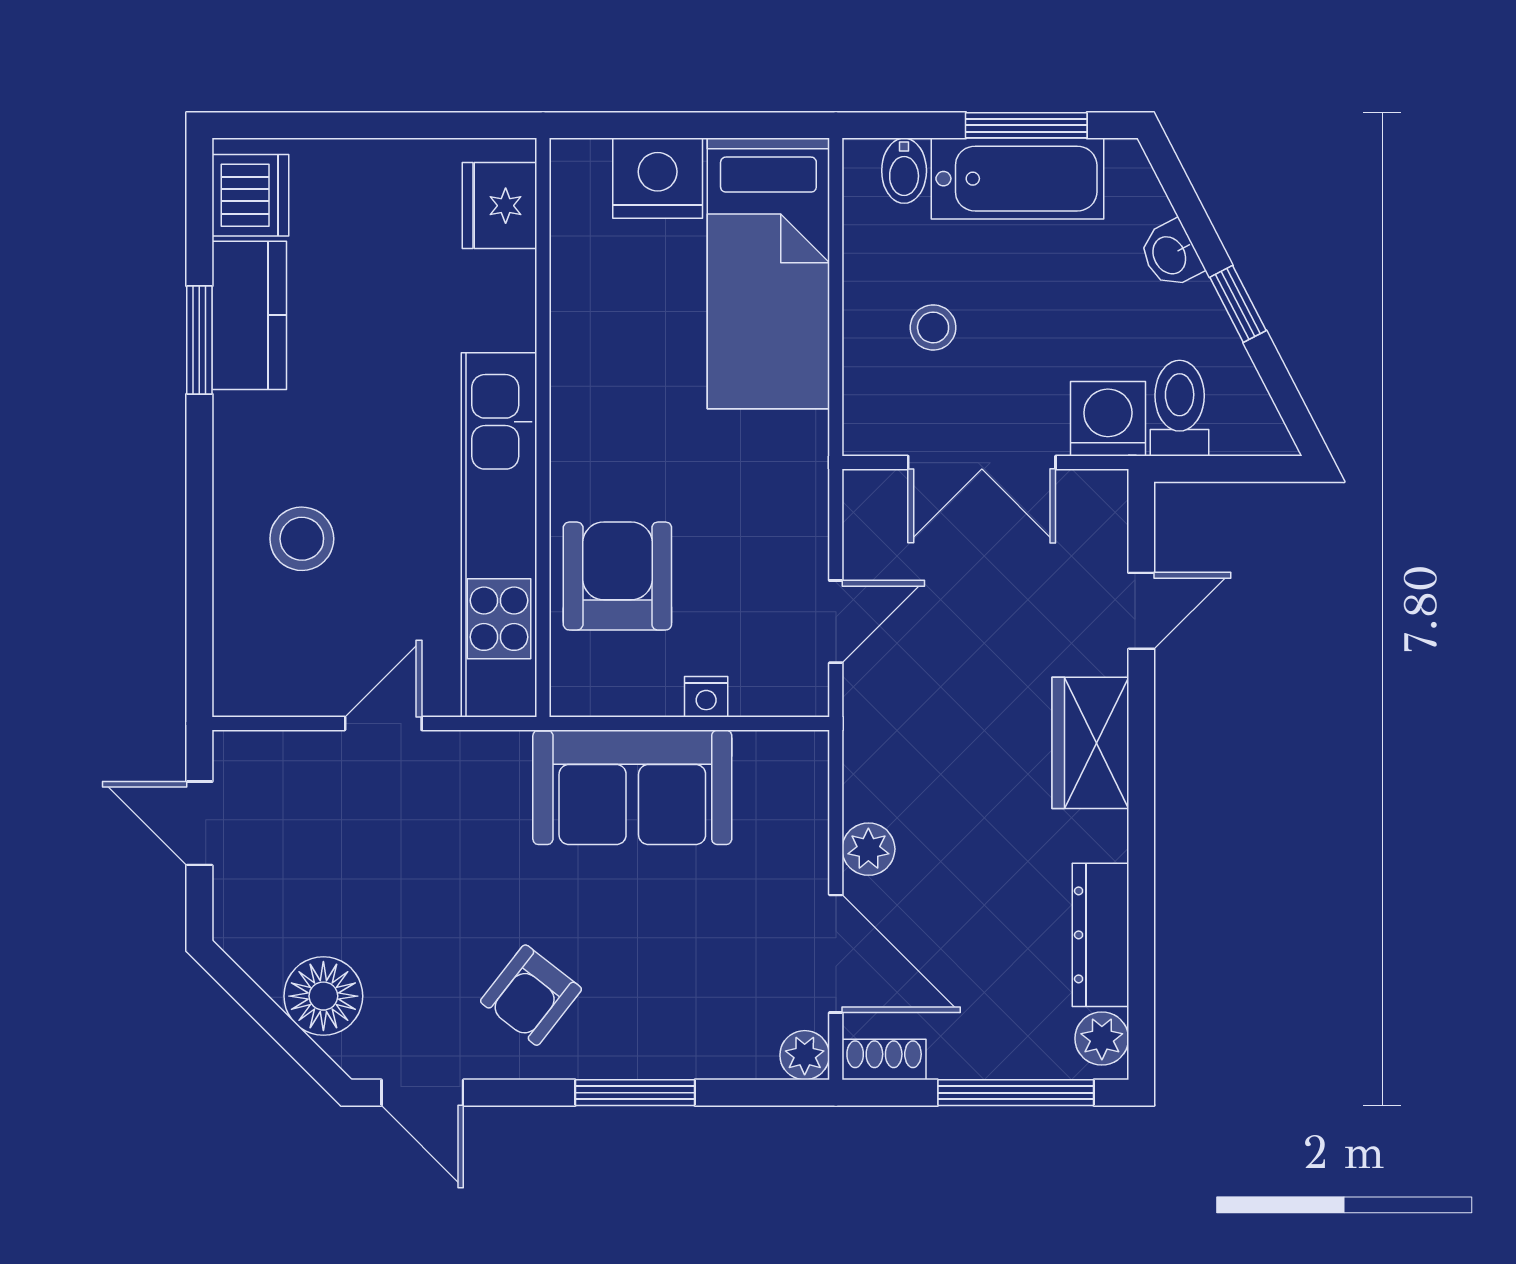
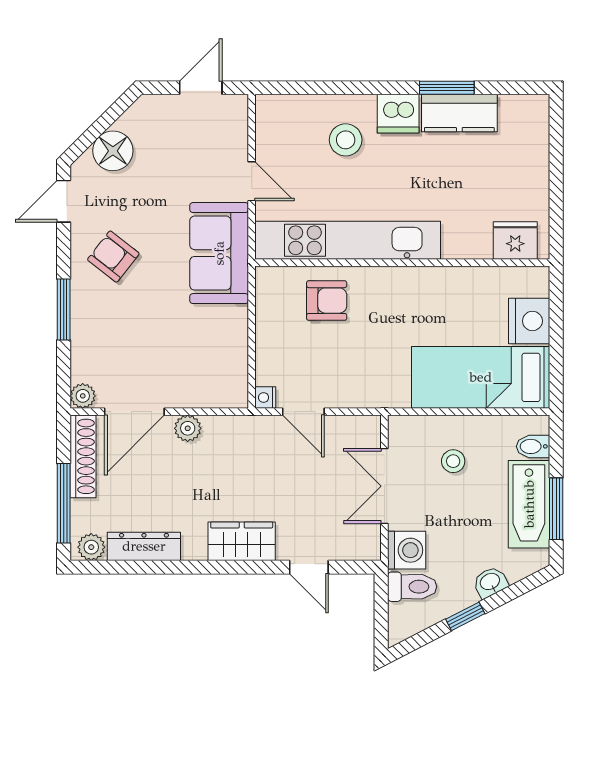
dishwasher: (250, 195) -> (398, 114), moved
armchair: (617, 576) -> (327, 301), width x0.72, depth x0.72
nightstand: (706, 697) -> (265, 397), moved
sofa: (632, 787) -> (219, 253), moved
shoe rack: (884, 1060) -> (83, 456), width x1.94, depth x1.24

